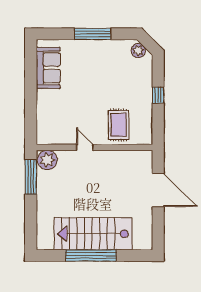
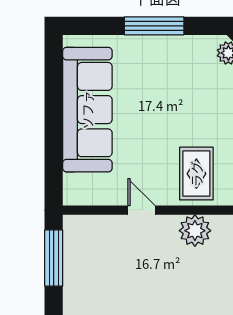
sofa: (48, 68) -> (87, 110), width x1.85, depth x1.27
plant: (47, 160) -> (195, 231), moved

